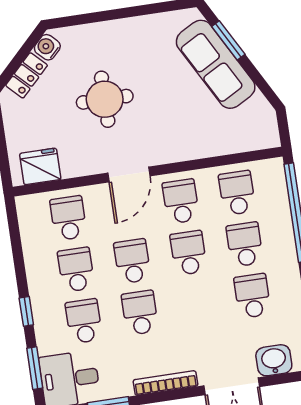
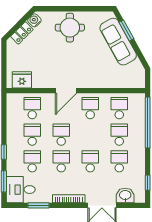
round table: (105, 99) -> (70, 28), moved
school desk: (189, 253) -> (90, 161), moved

